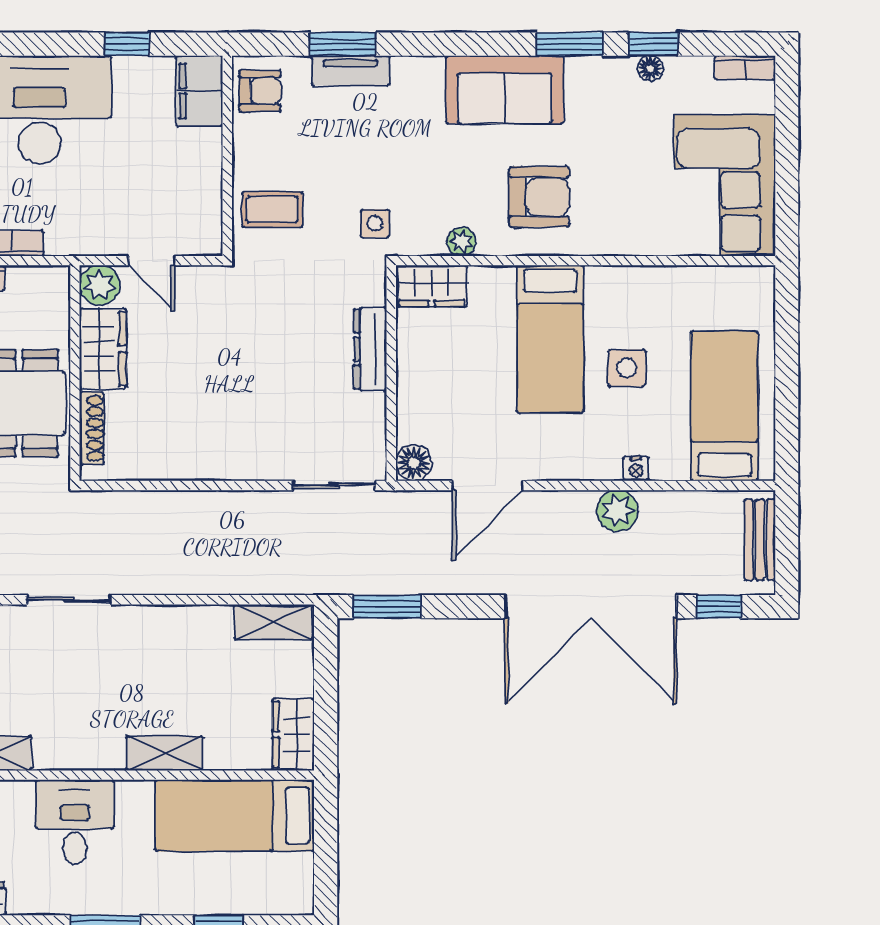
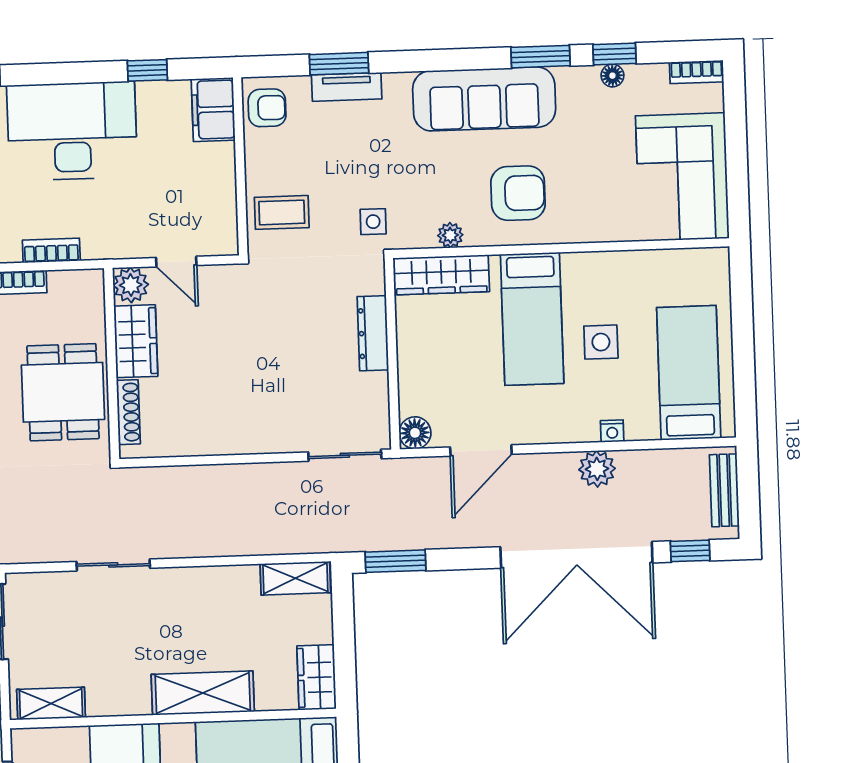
sofa: (505, 90) -> (484, 99), width x1.36
wardrobe: (432, 286) -> (441, 275), width x1.50
shelving: (165, 753) -> (203, 693), width x1.50, depth x1.33

